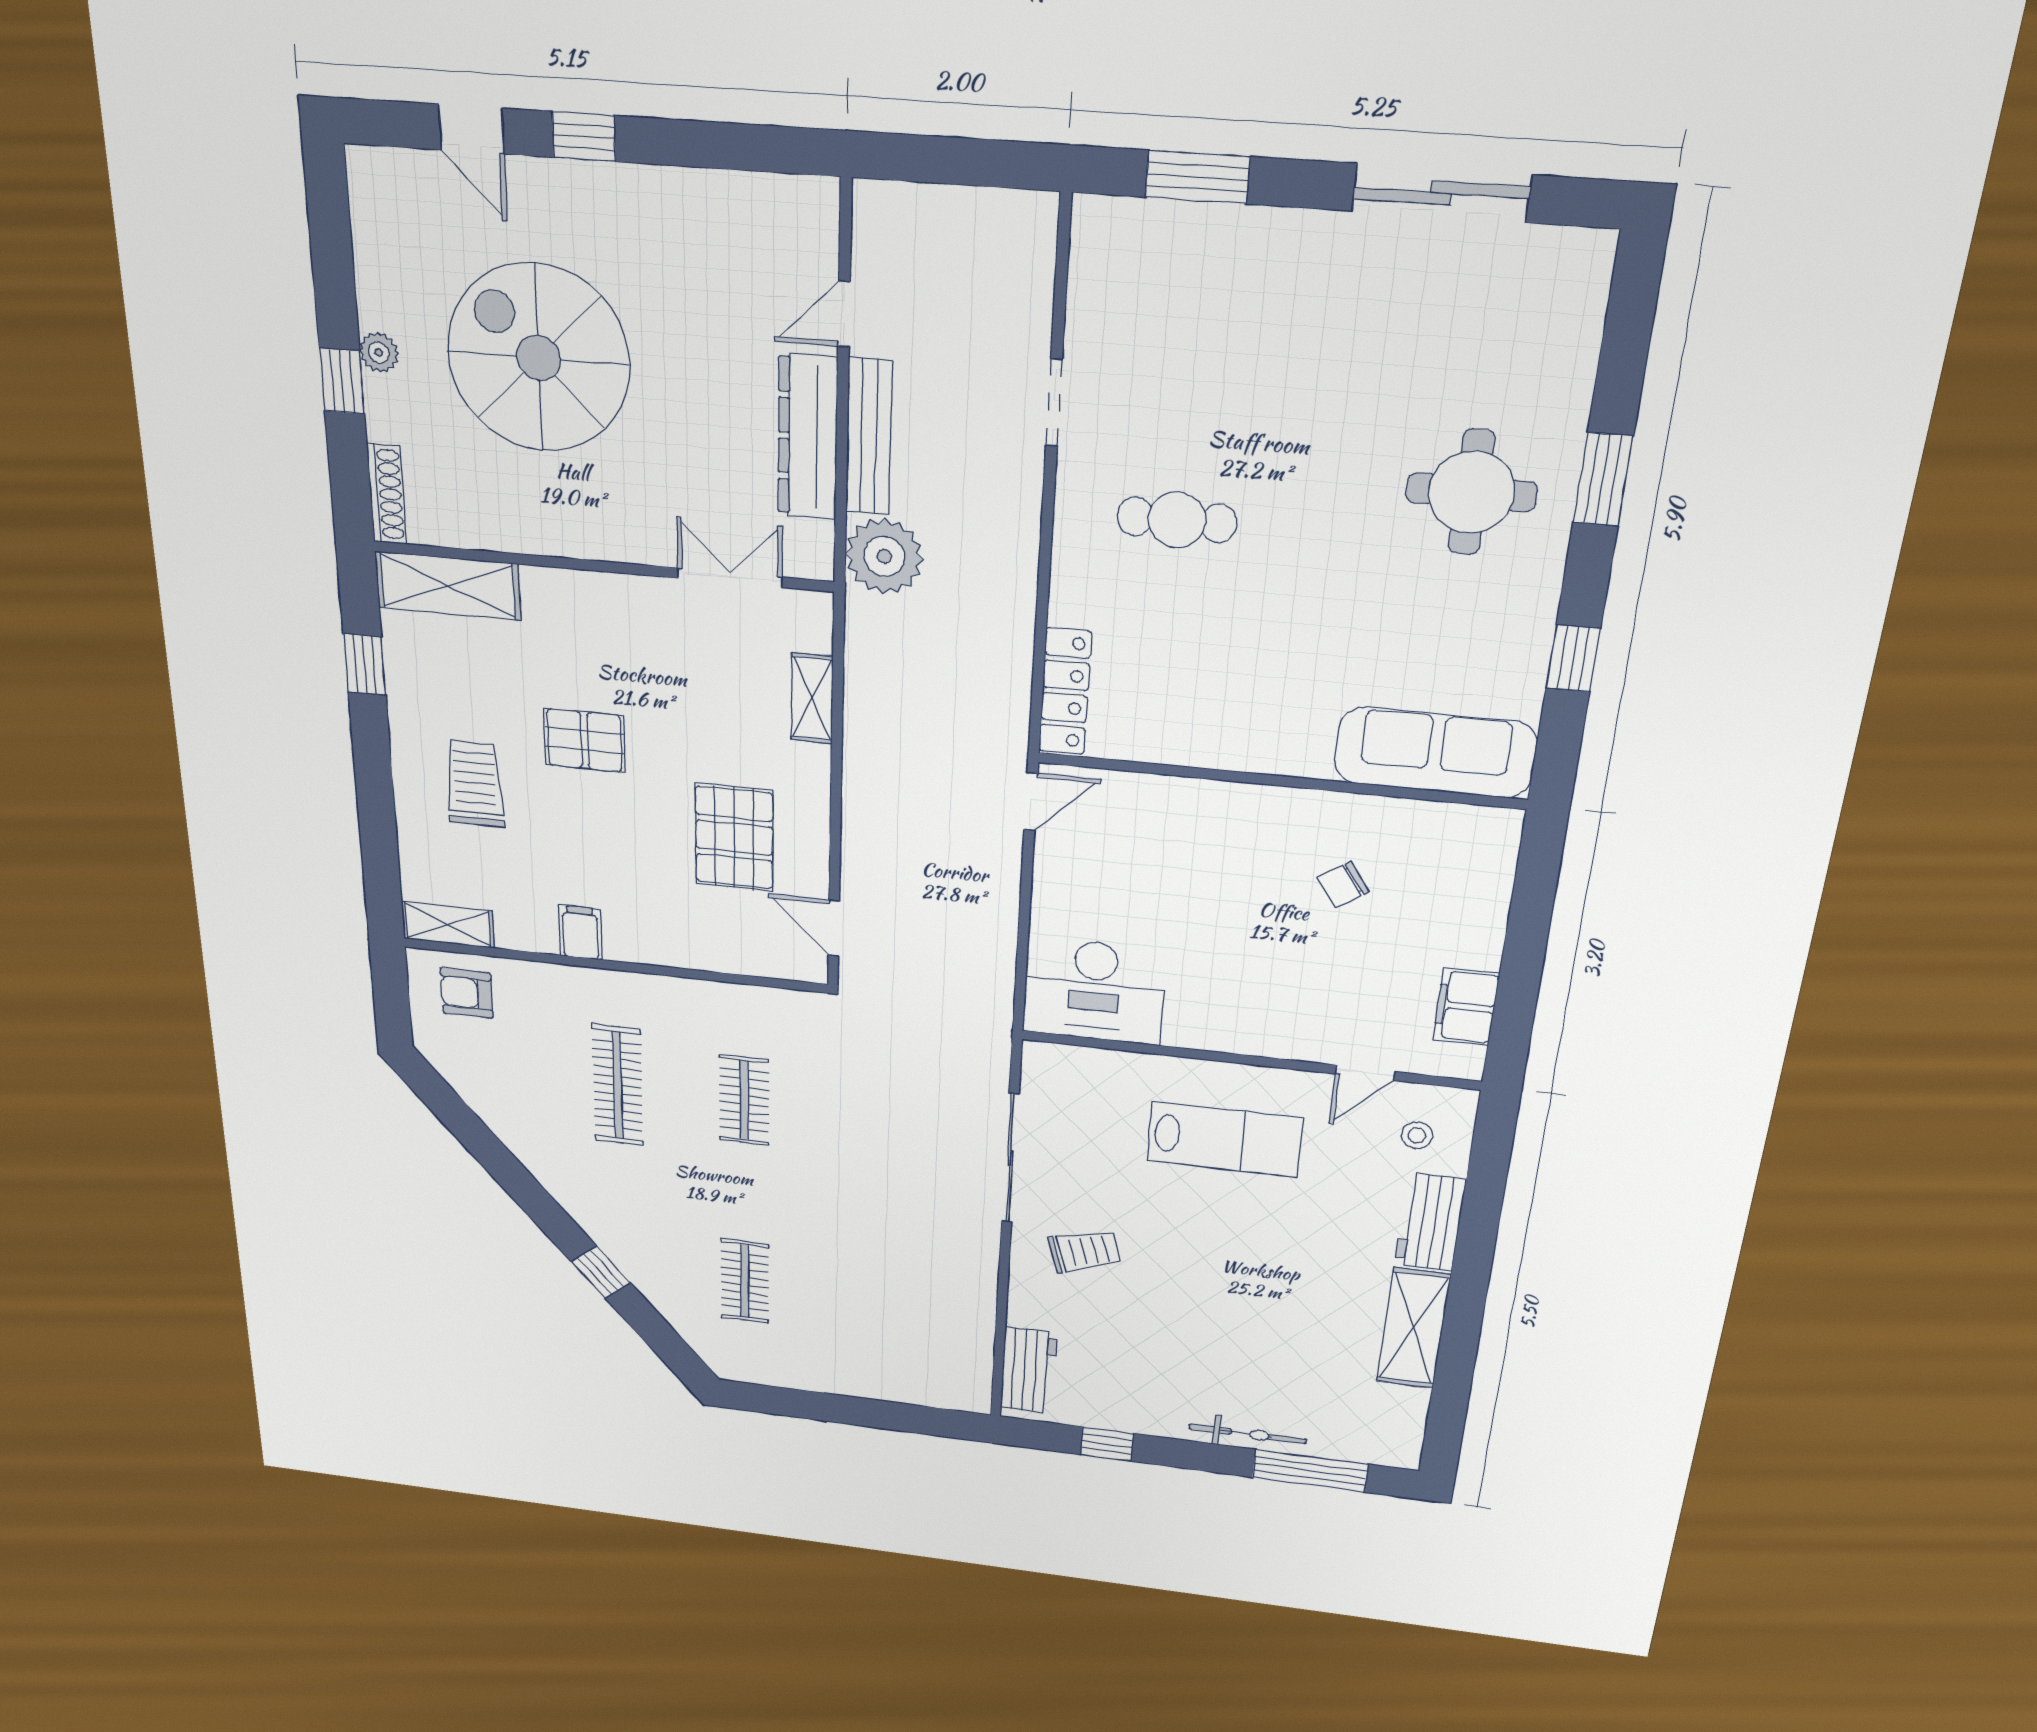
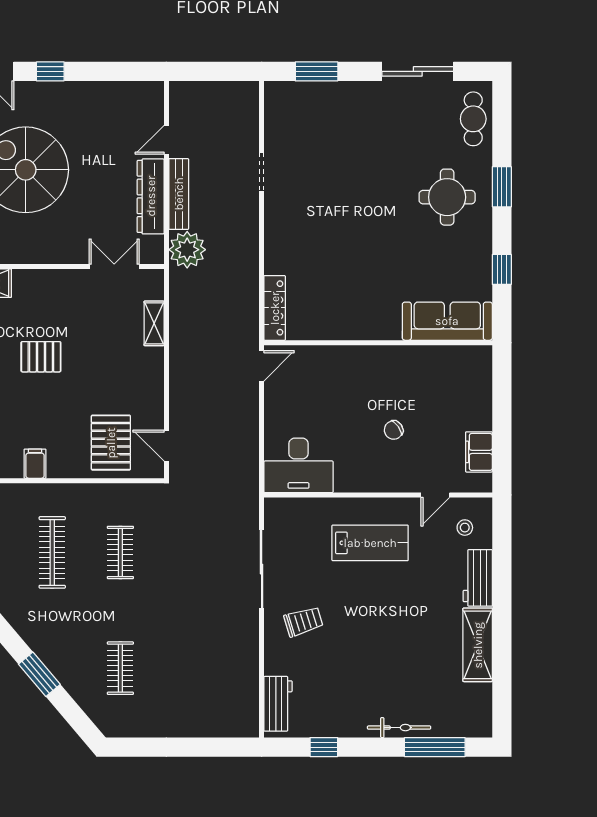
cafe table: (1177, 520) -> (473, 119), moved, turned 90
pallet: (734, 838) -> (111, 443), moved
chair: (1343, 885) -> (394, 430), moved
window: (601, 1272) -> (39, 674), width x1.50

